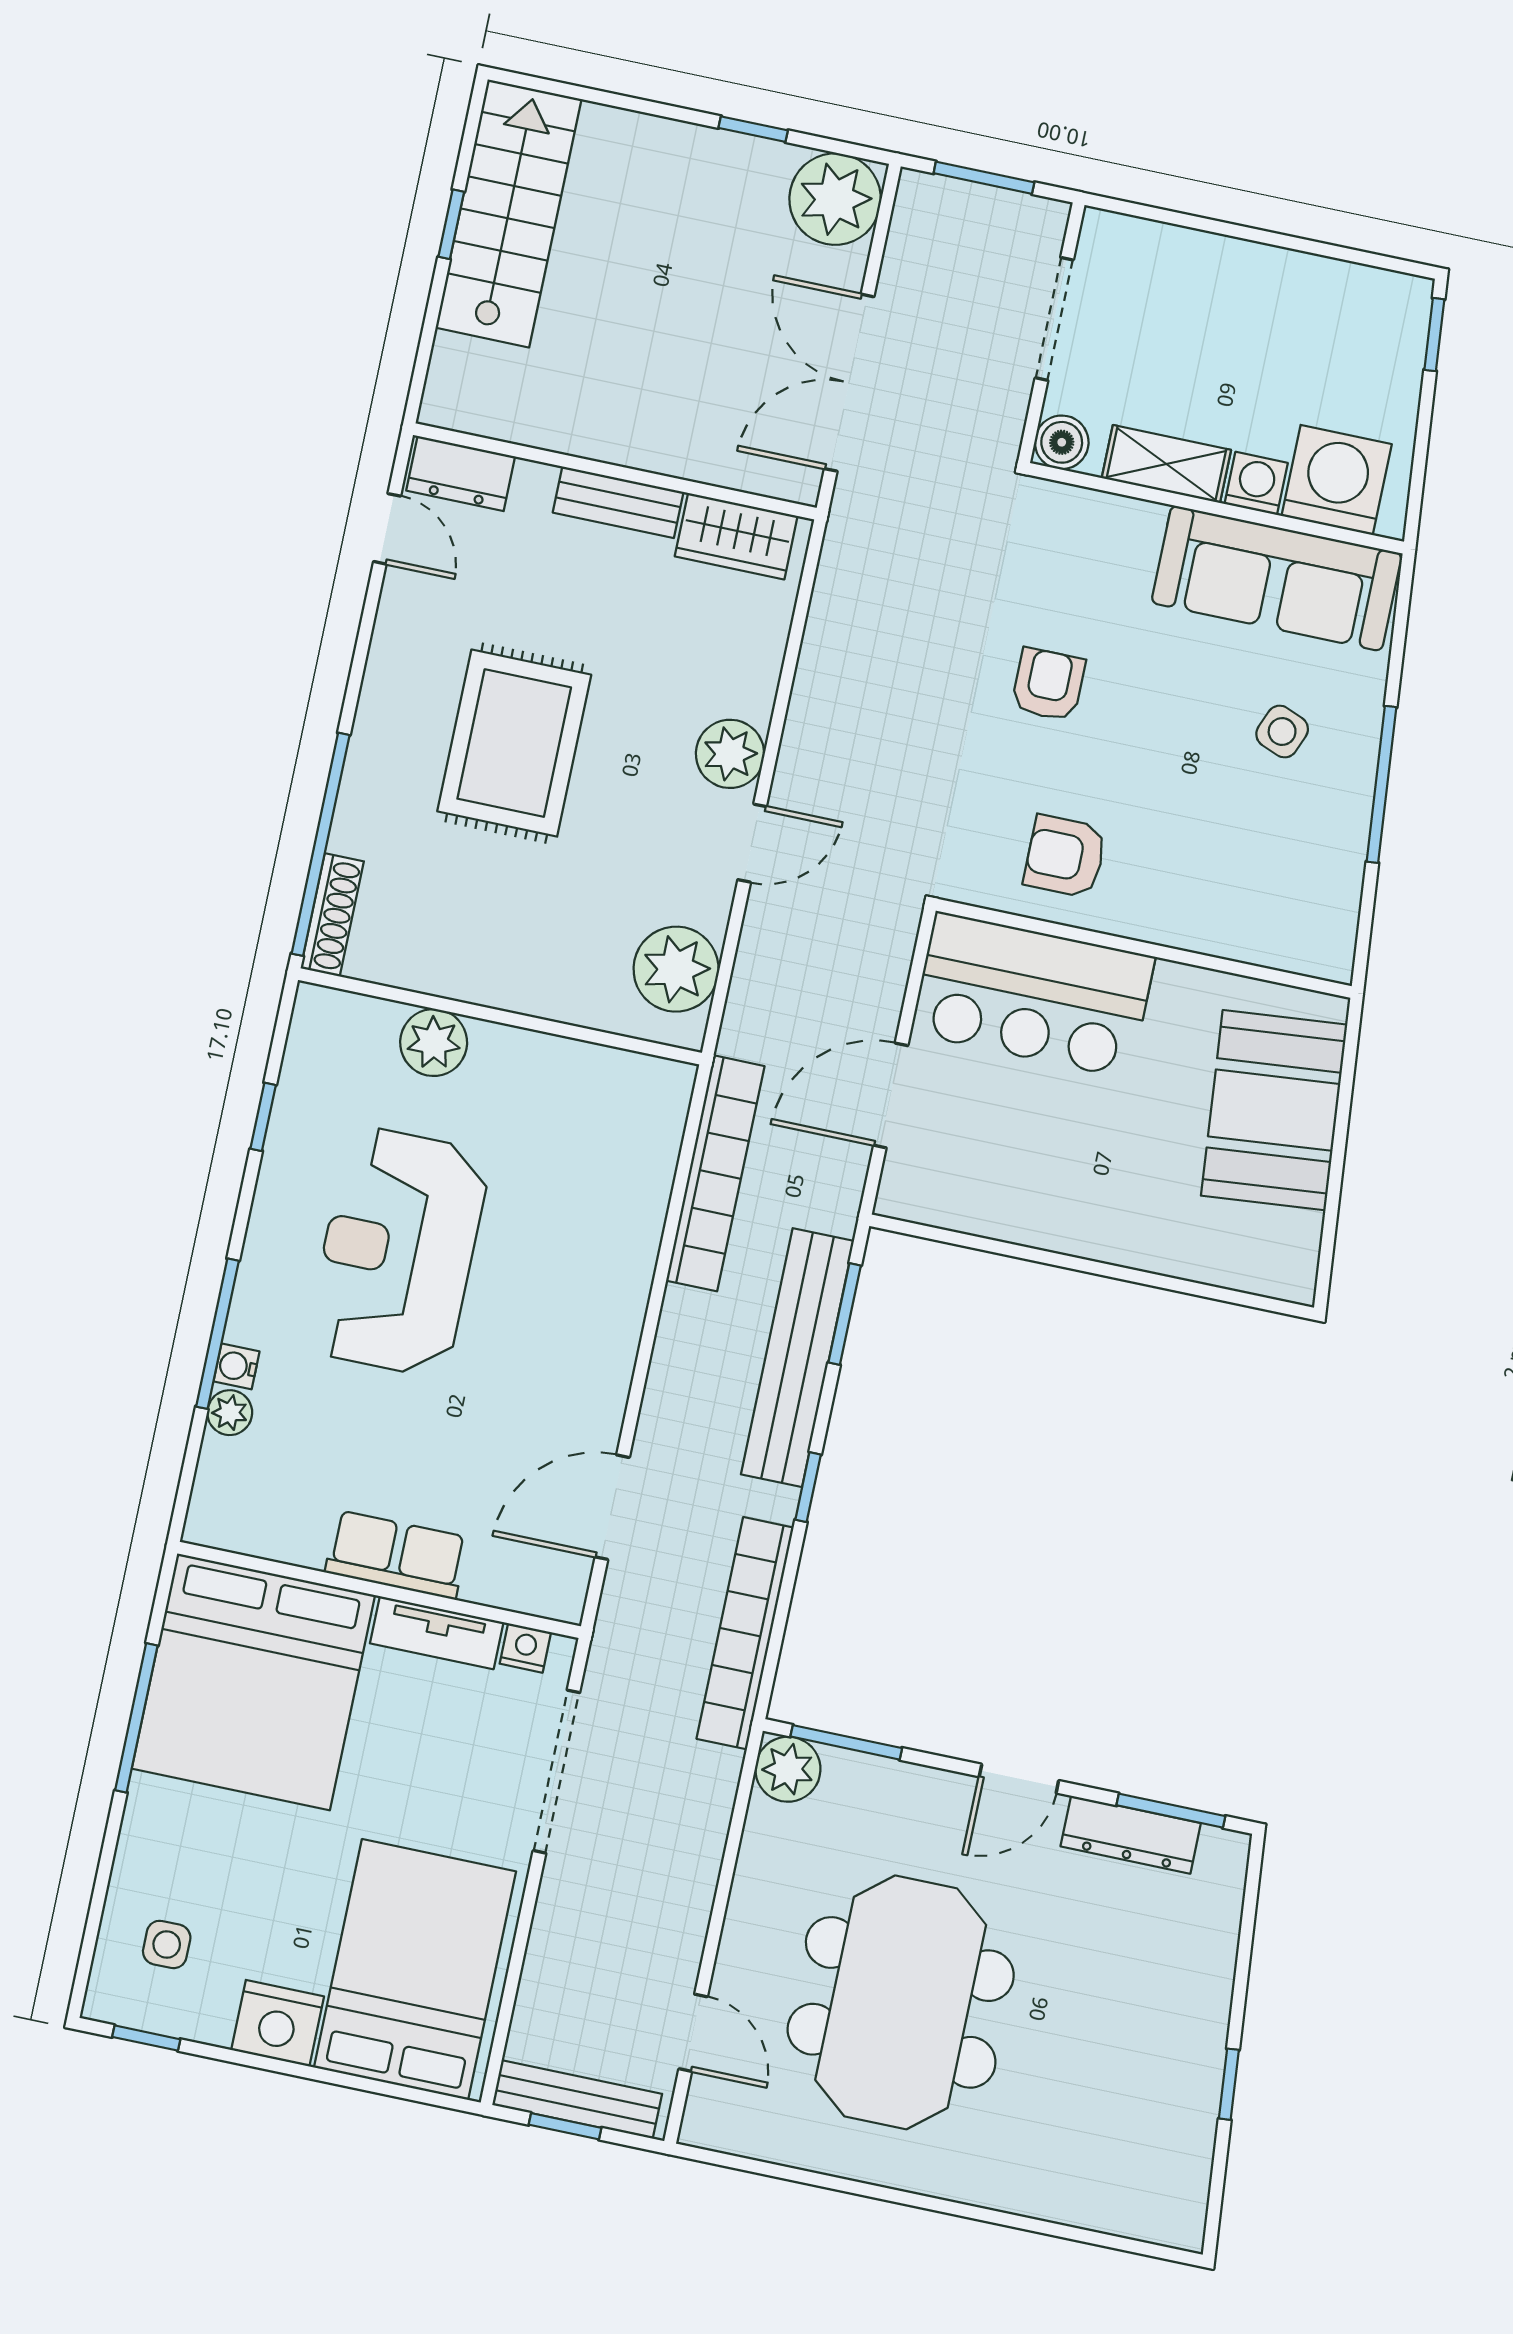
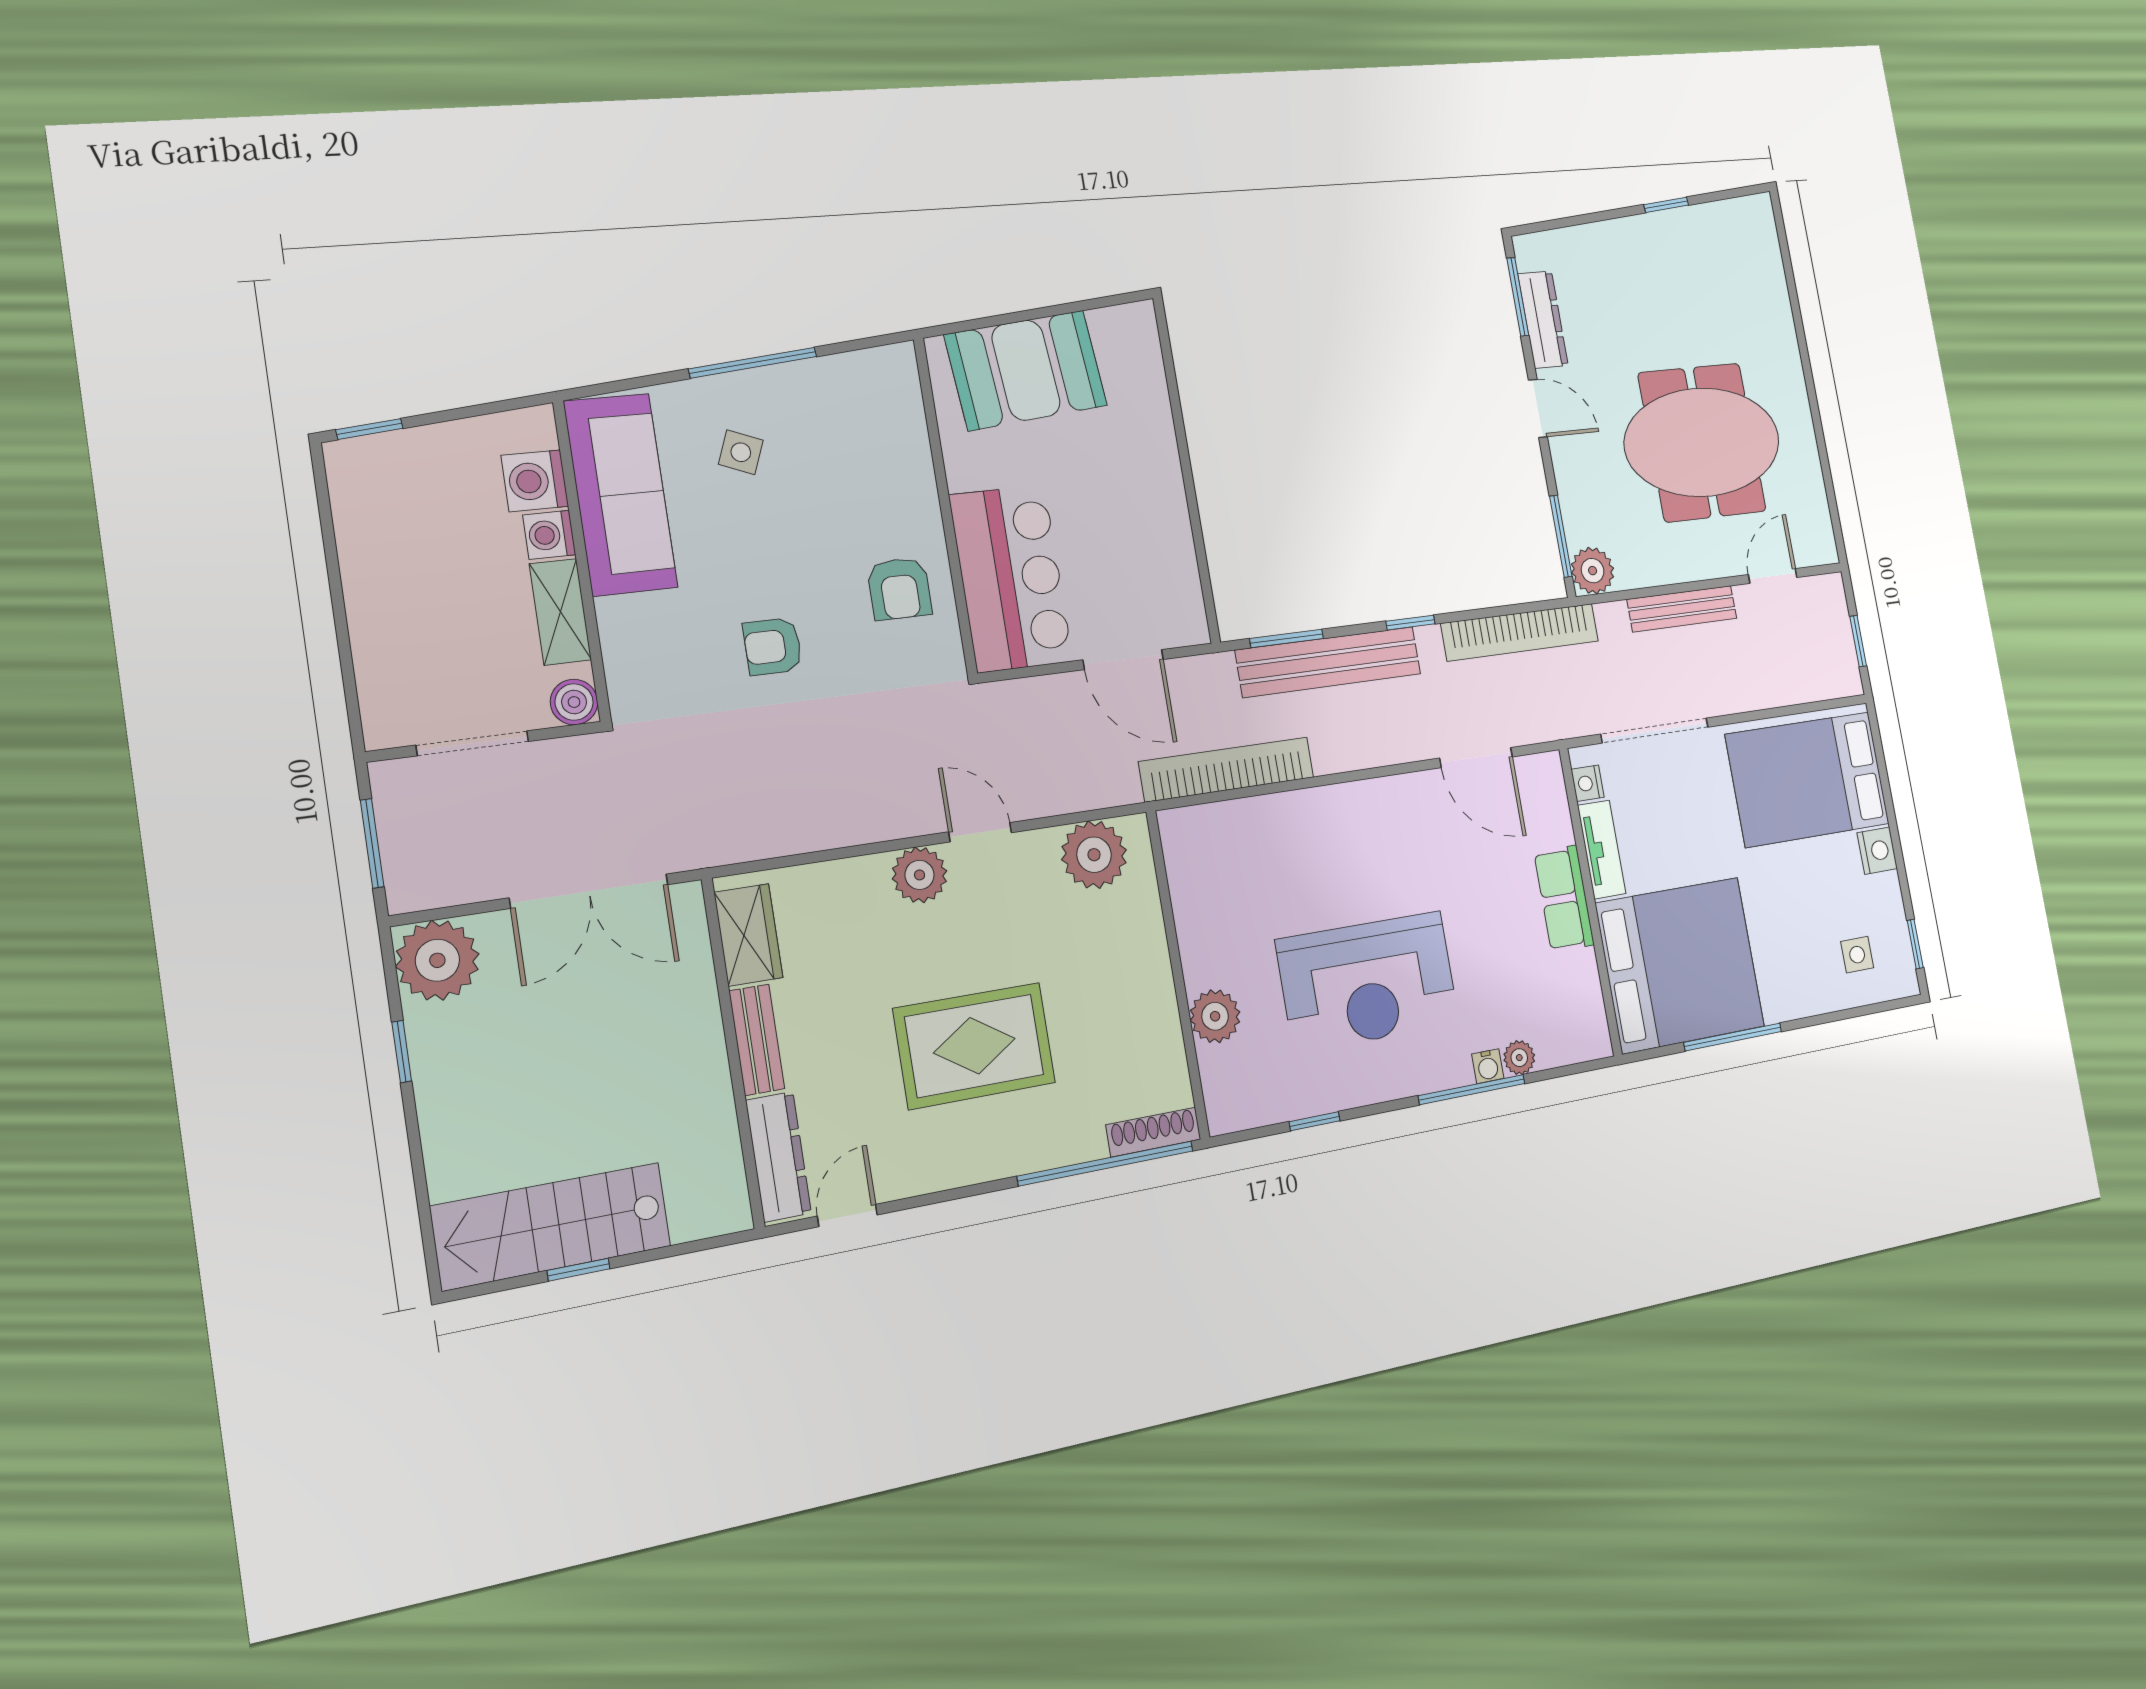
dresser: (461, 474) -> (778, 1157), width x1.44
washing machine: (1337, 480) -> (535, 481), width x0.73, depth x0.73
nightstand: (278, 2023) -> (1877, 851), width x0.74, depth x0.75
bench: (577, 2099) -> (1682, 609), moved, turned 90

